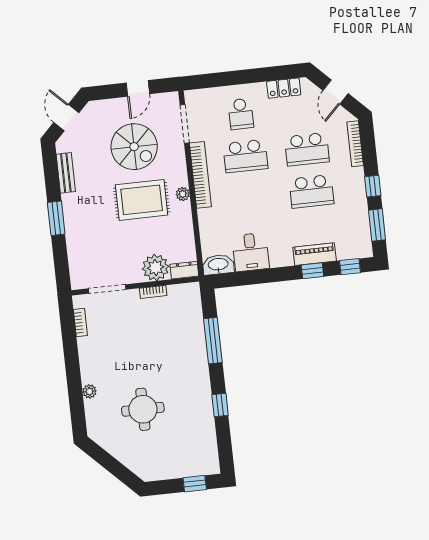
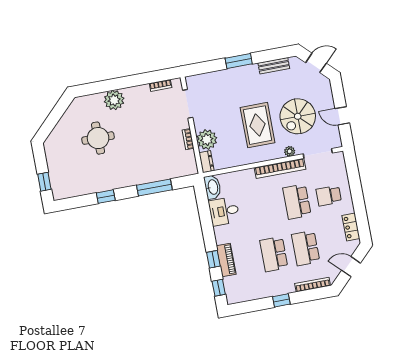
plant: (183, 194) -> (290, 151), moved
window: (377, 225) -> (252, 306), removed
plant: (89, 391) -> (114, 100), width x1.87, depth x1.87

